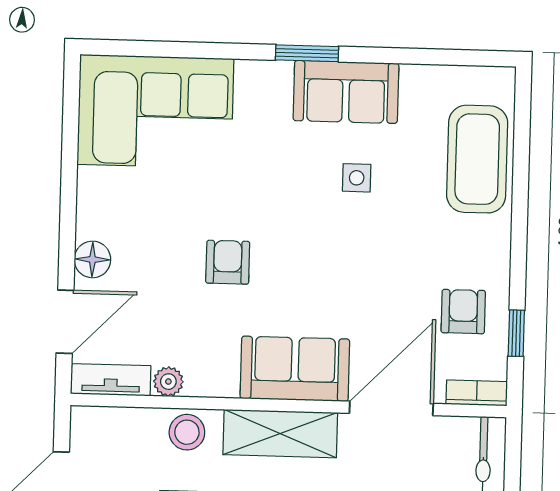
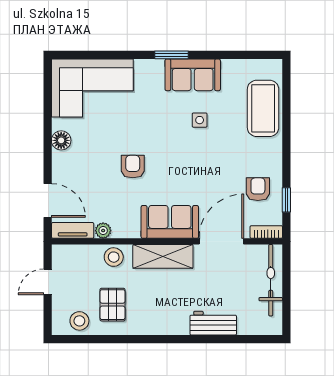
floor lamp: (92, 259) -> (61, 140), moved
door: (65, 322) -> (48, 200), hinge flipped

